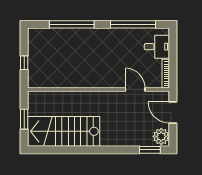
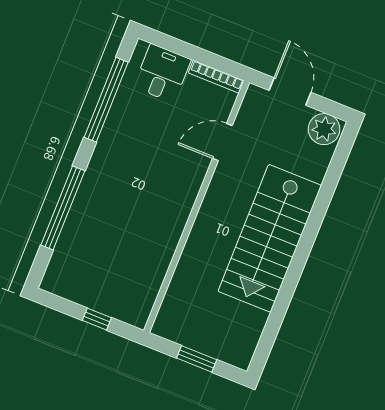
door: (173, 113) -> (290, 91), swing flipped
stairs: (64, 131) -> (270, 238), moved
window: (150, 150) -> (340, 158), removed

